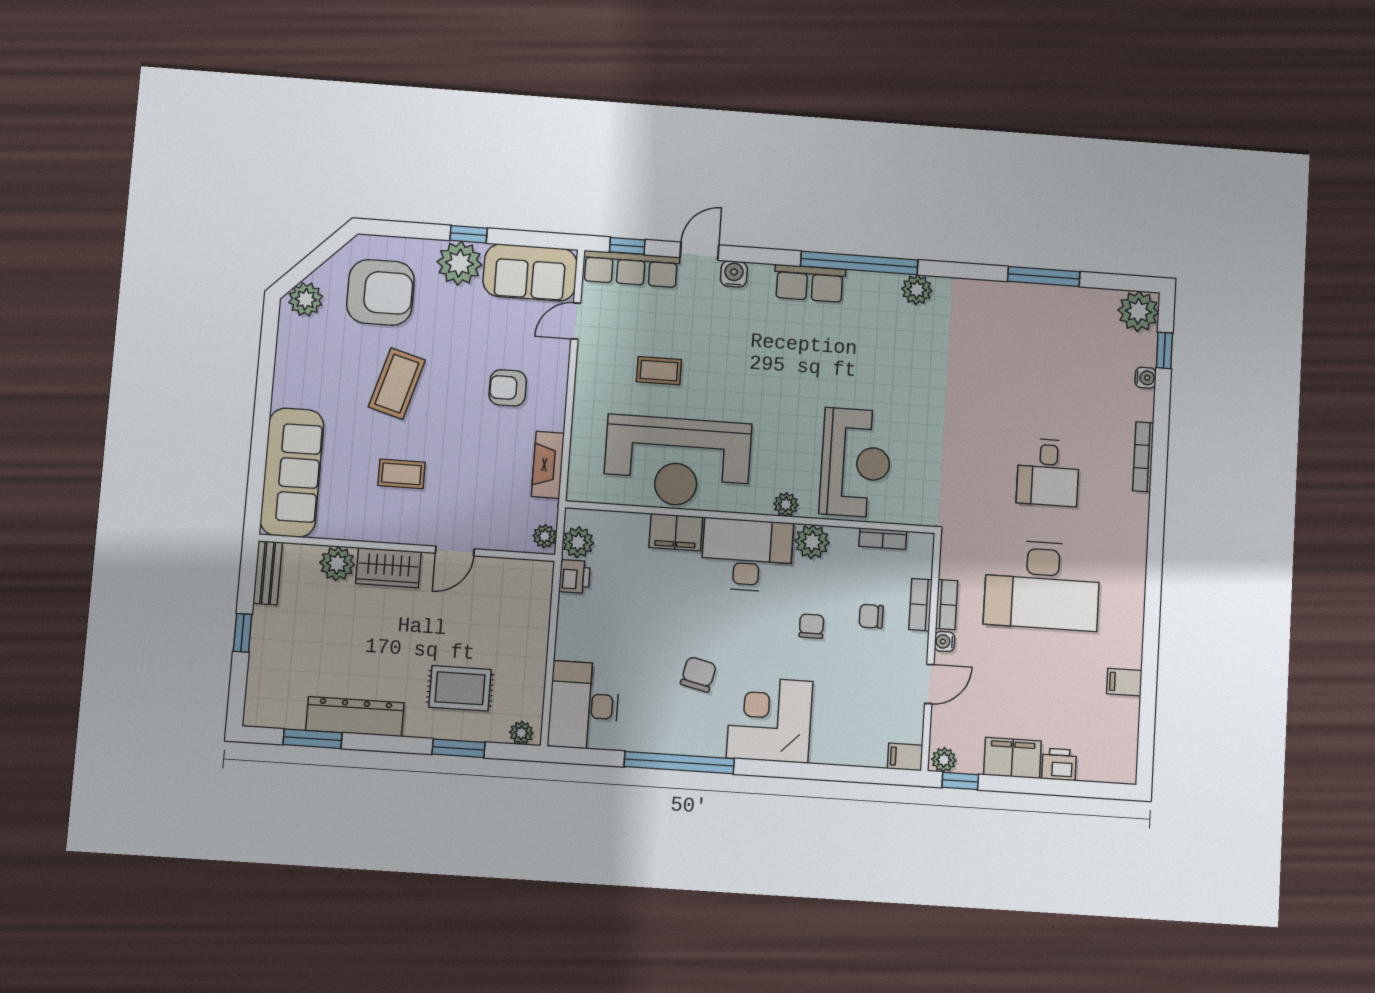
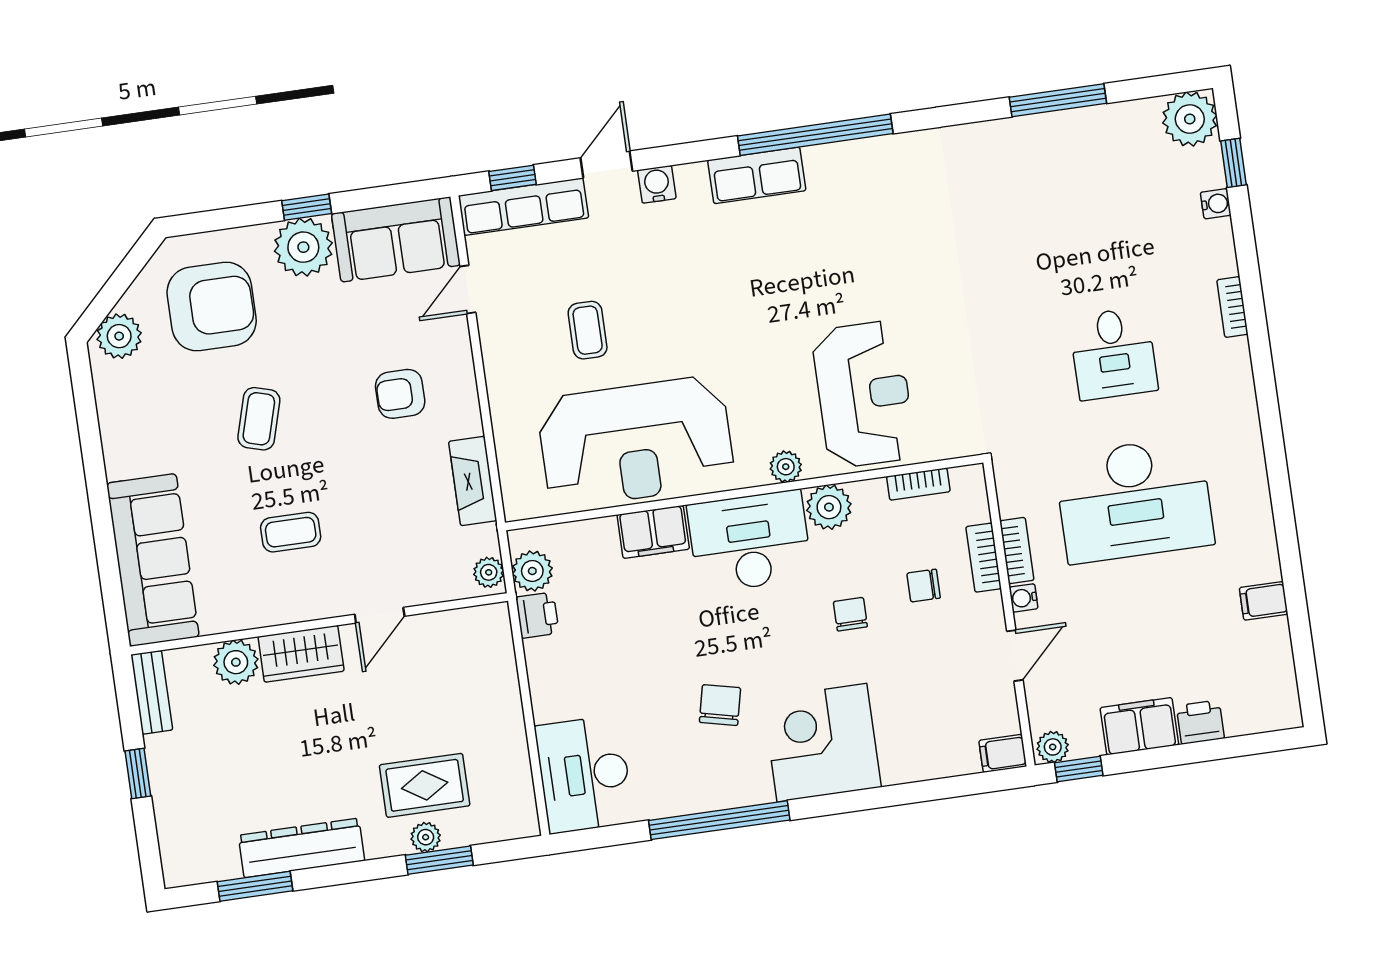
plant: (917, 290) -> (897, 153), removed
coffee table: (659, 371) -> (588, 330), turned 90
coffee table: (397, 384) -> (259, 419), width x0.73, depth x0.77
bookcase: (1143, 457) -> (1232, 307), width x0.64
plant: (521, 733) -> (426, 837), moved

